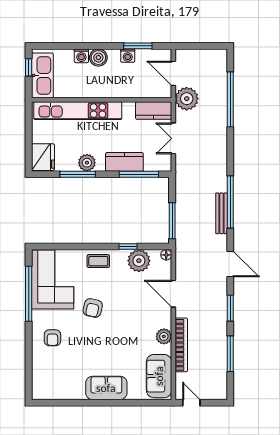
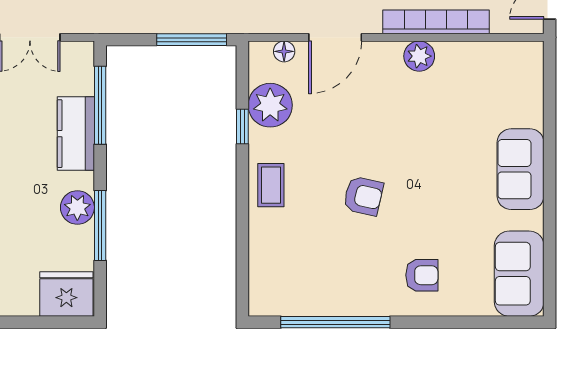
floor lamp: (166, 255) -> (284, 51), moved
corner sofa: (53, 280) -> (307, 275), removed
sofa: (159, 376) -> (519, 274), moved, turned 90

